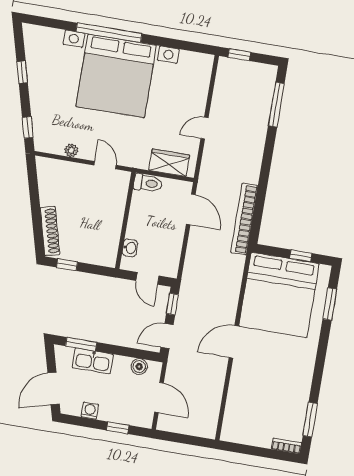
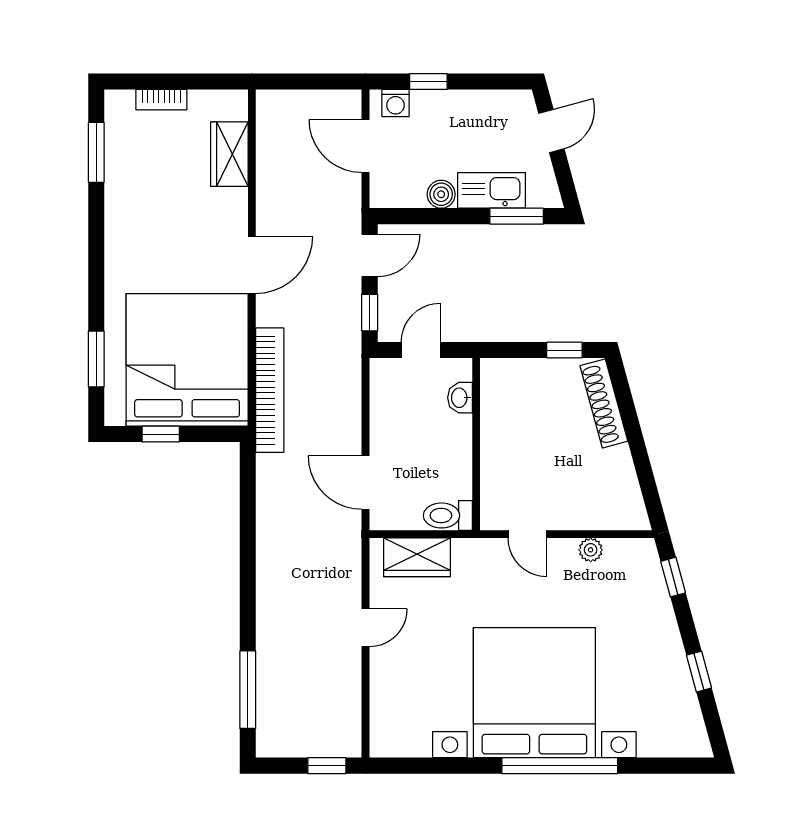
bookcase: (244, 219) -> (270, 390), moved
door: (147, 278) -> (421, 350), hinge flipped
boiler: (139, 367) -> (441, 194), moved
door: (54, 388) -> (551, 131), width x0.73
wardrobe: (236, 406) -> (229, 154), added
washing machine: (90, 411) -> (396, 103), moved
bookcase: (287, 446) -> (161, 100), moved

